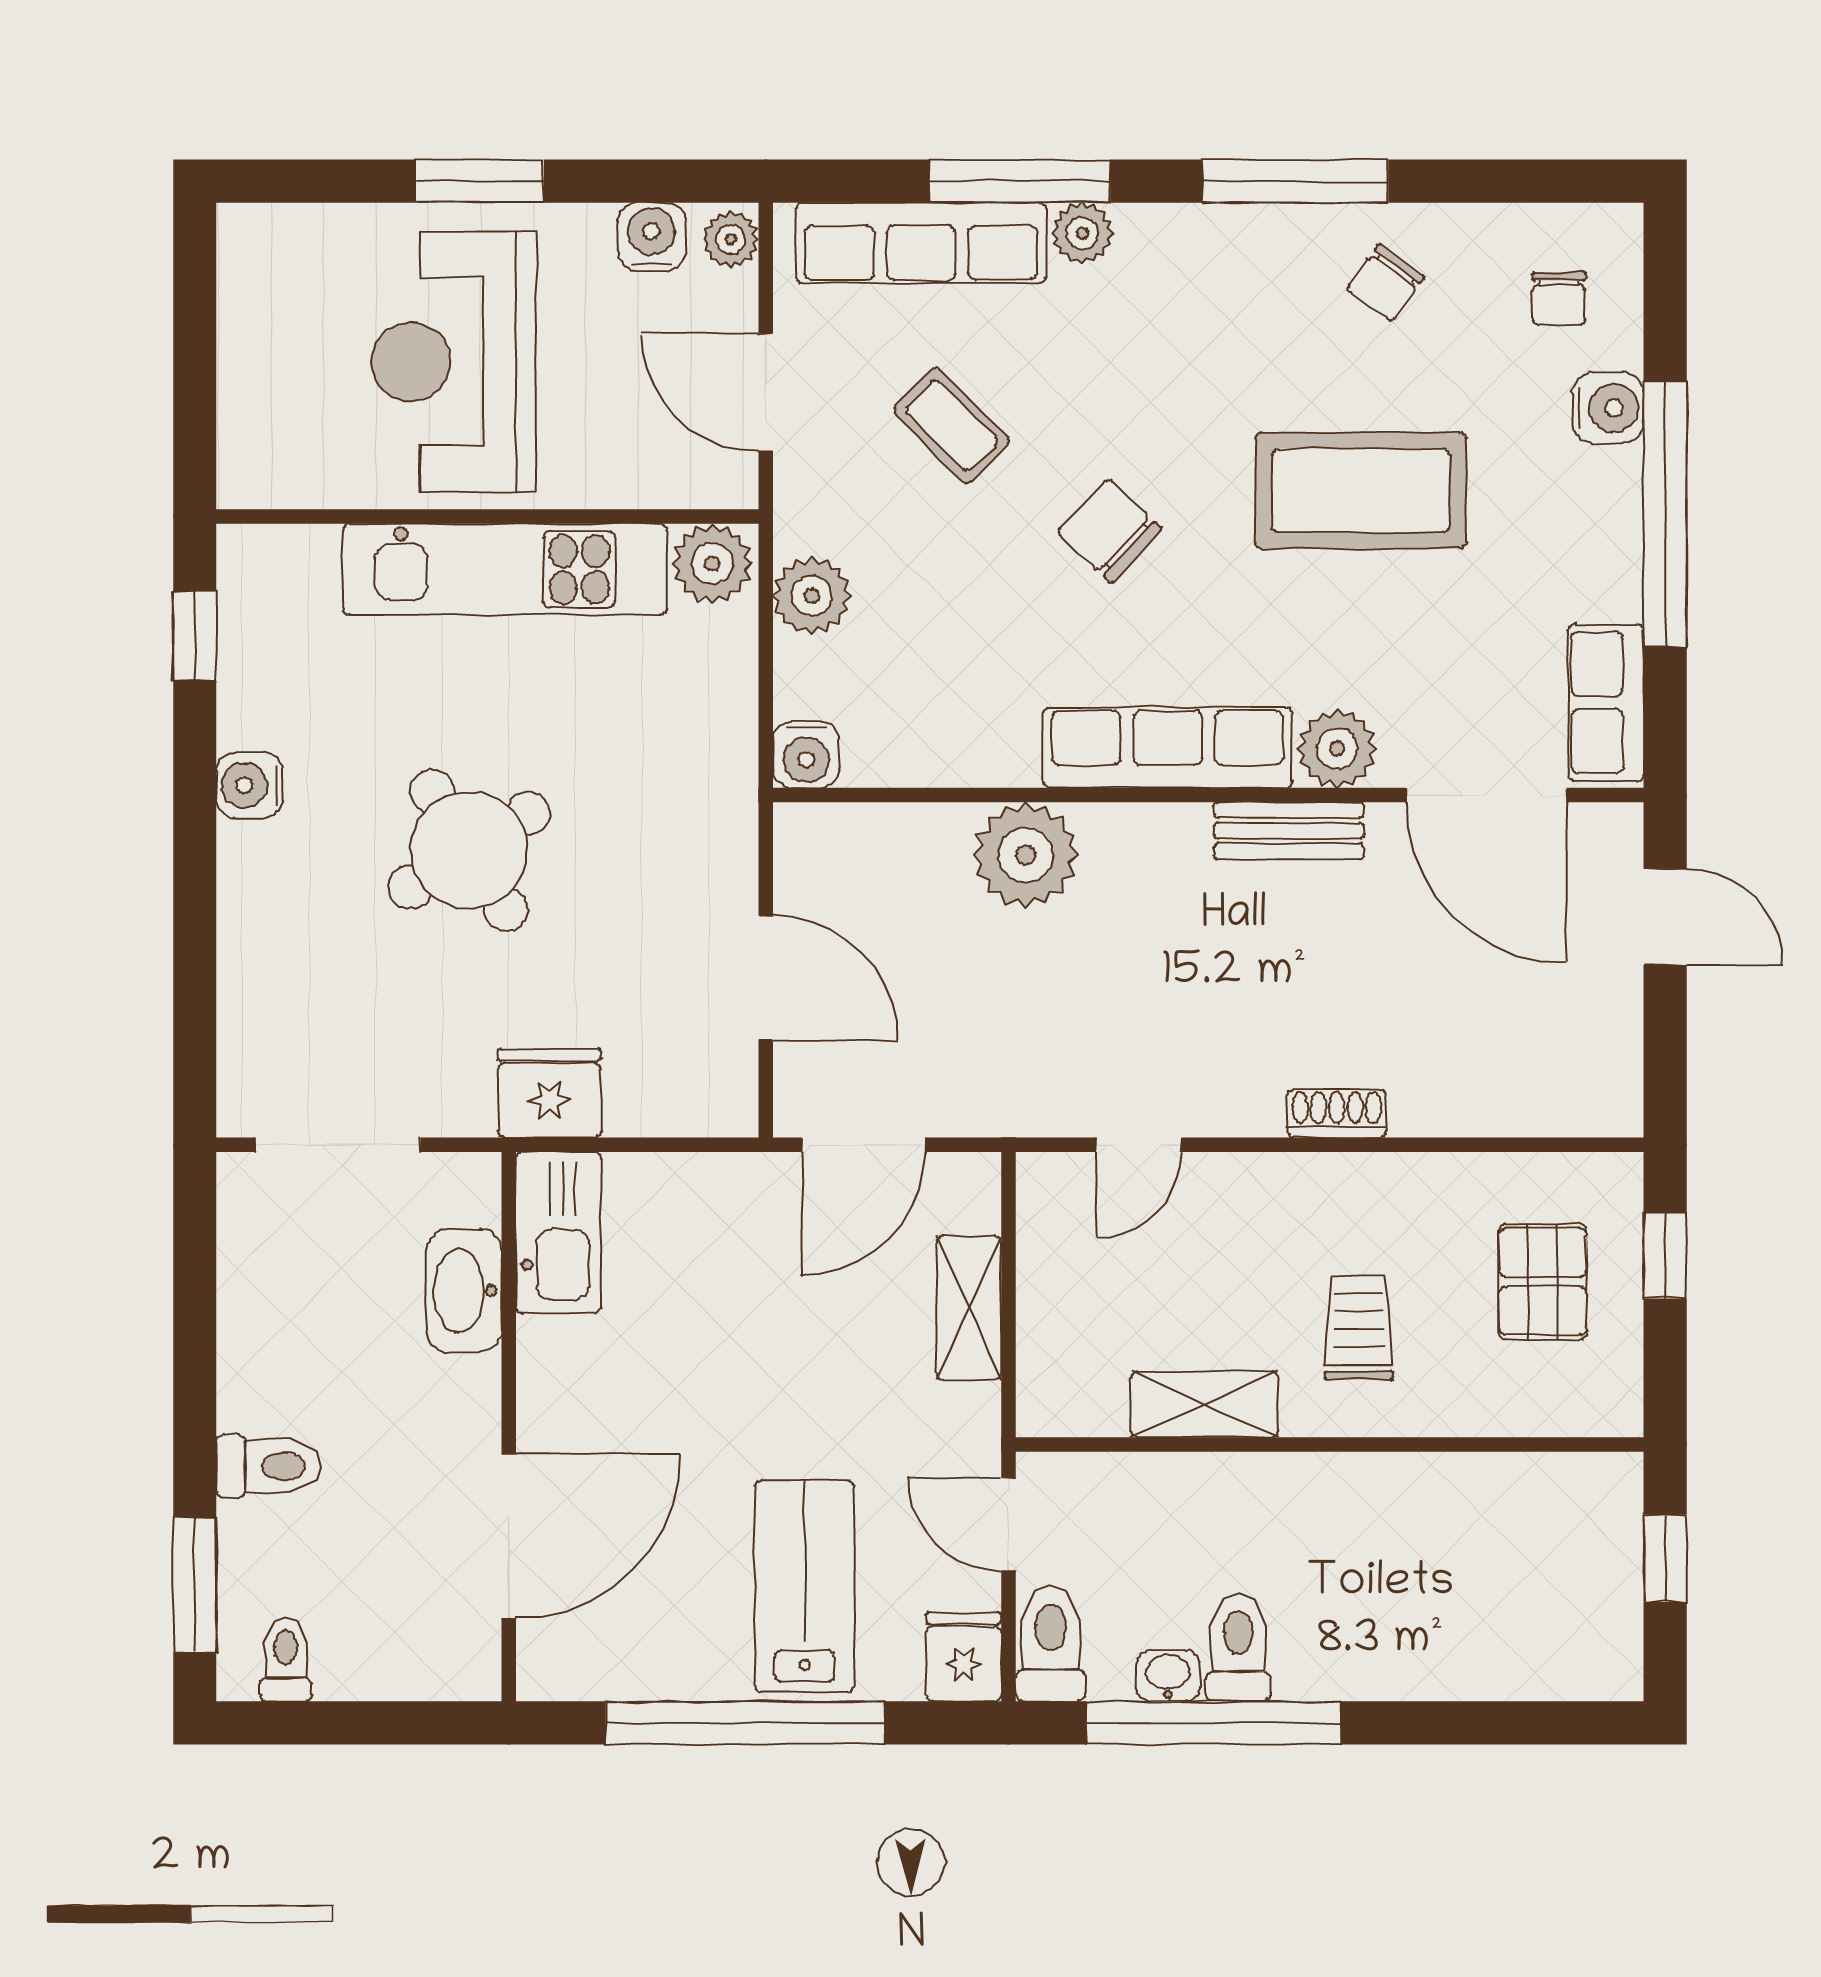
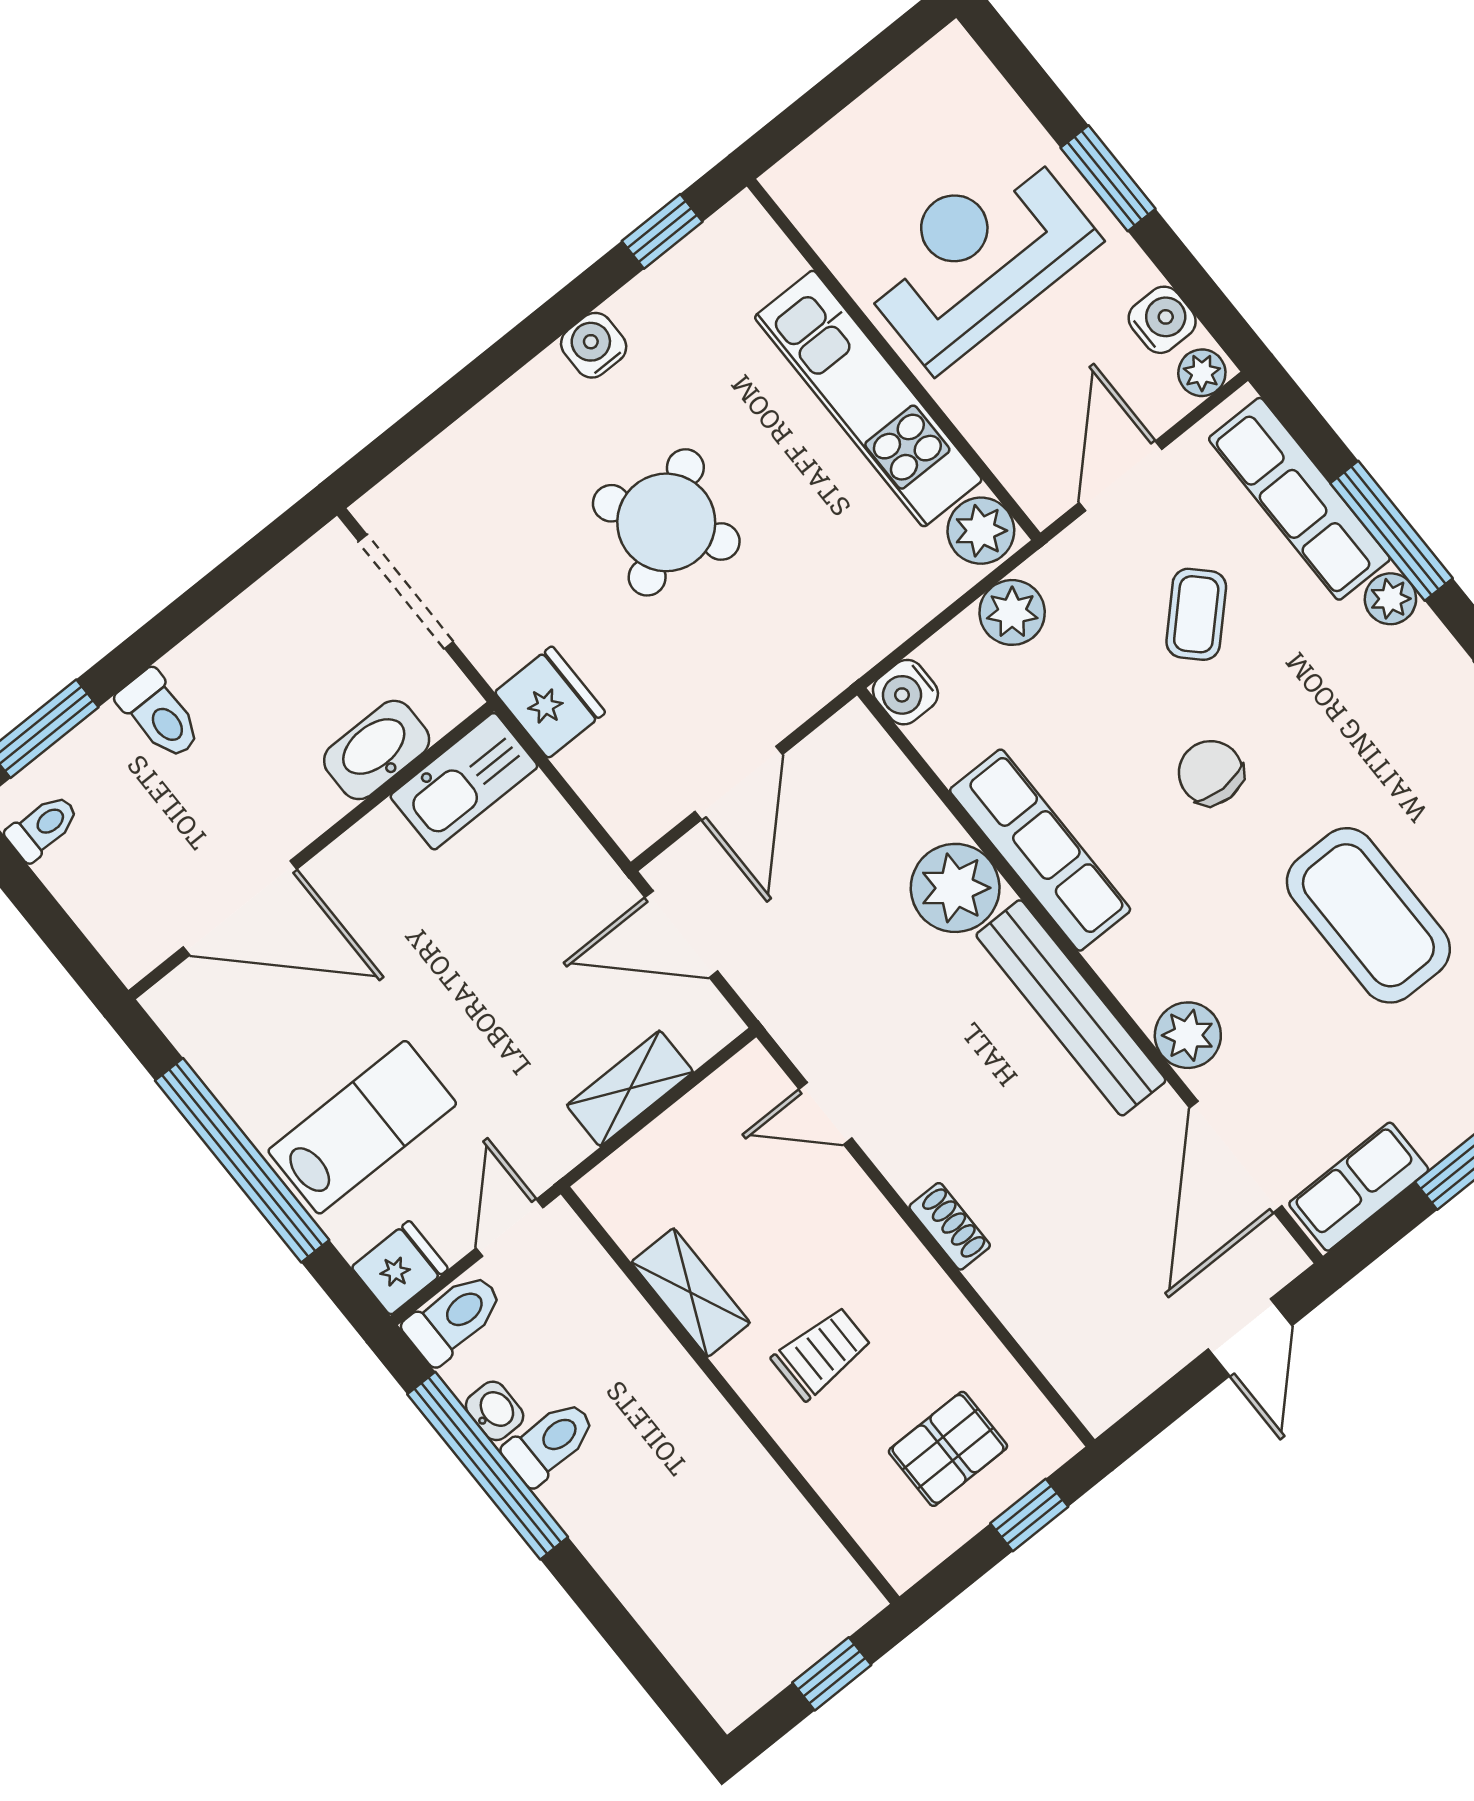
chair: (1110, 531) -> (1211, 773), turned -43
row of seats: (1168, 748) -> (1040, 850), moved
bench: (1289, 831) -> (1071, 1008), width x1.86, depth x1.21

